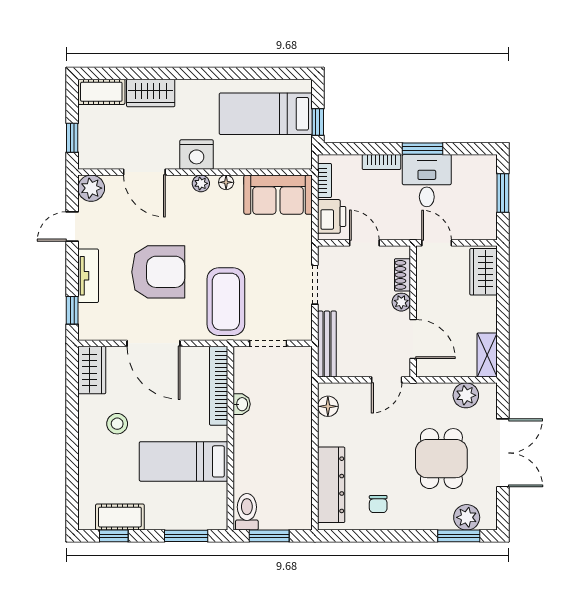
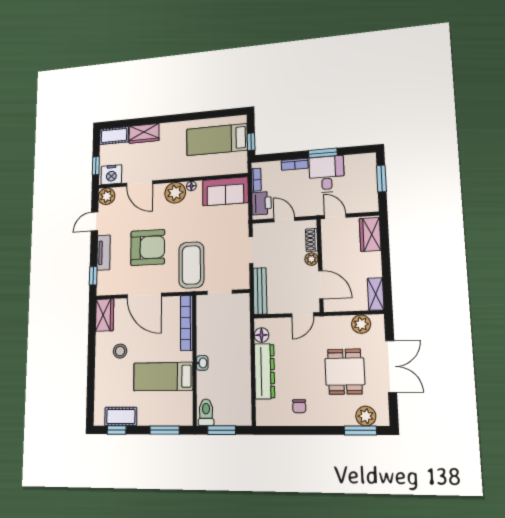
nightstand: (197, 155) -> (111, 175), moved
plant: (201, 183) -> (175, 193), width x1.88, depth x1.88
washbasin: (242, 404) -> (202, 363), moved
dresser: (331, 485) -> (264, 371), moved

